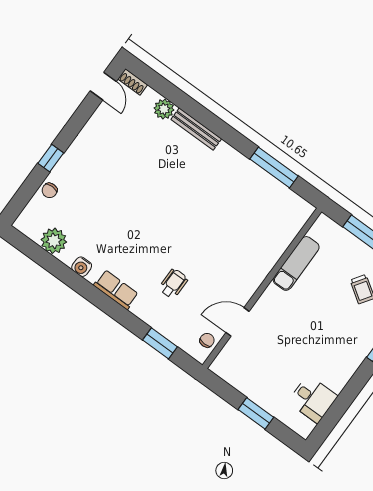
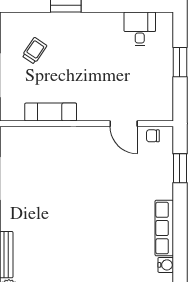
wheelchair: (173, 284) -> (130, 190), removed
row of seats: (116, 290) -> (164, 228), width x1.48

